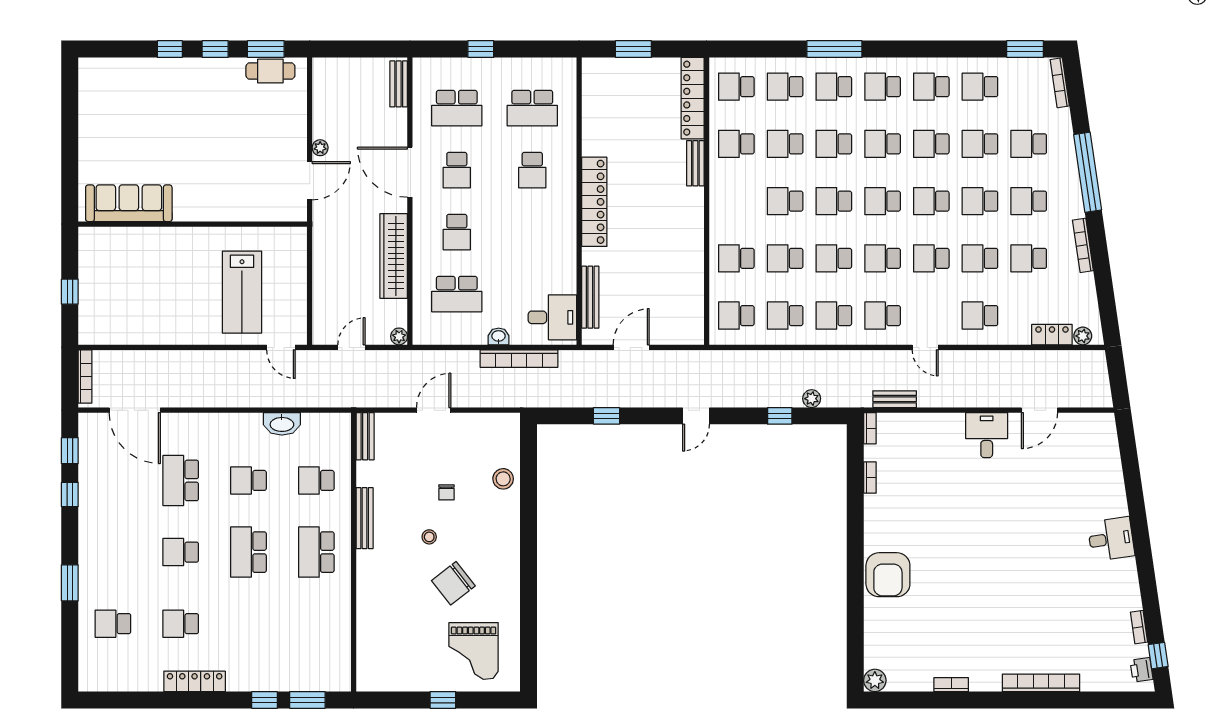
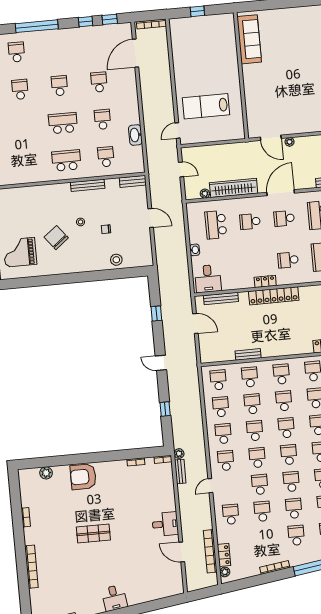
bench: (695, 163) -> (248, 354), moved
locker: (567, 215) -> (265, 281), added
school desk: (1029, 258) -> (281, 374), moved
plant: (399, 336) -> (205, 194), moved
bookcase: (519, 359) -> (210, 551), moved
plant: (812, 399) -> (179, 454), moved
school desk: (181, 480) -> (99, 82), width x0.54
shop shelf: (992, 566) -> (93, 533), added
window: (70, 583) -> (37, 26), width x2.11
plant: (875, 680) -> (46, 473), moved

